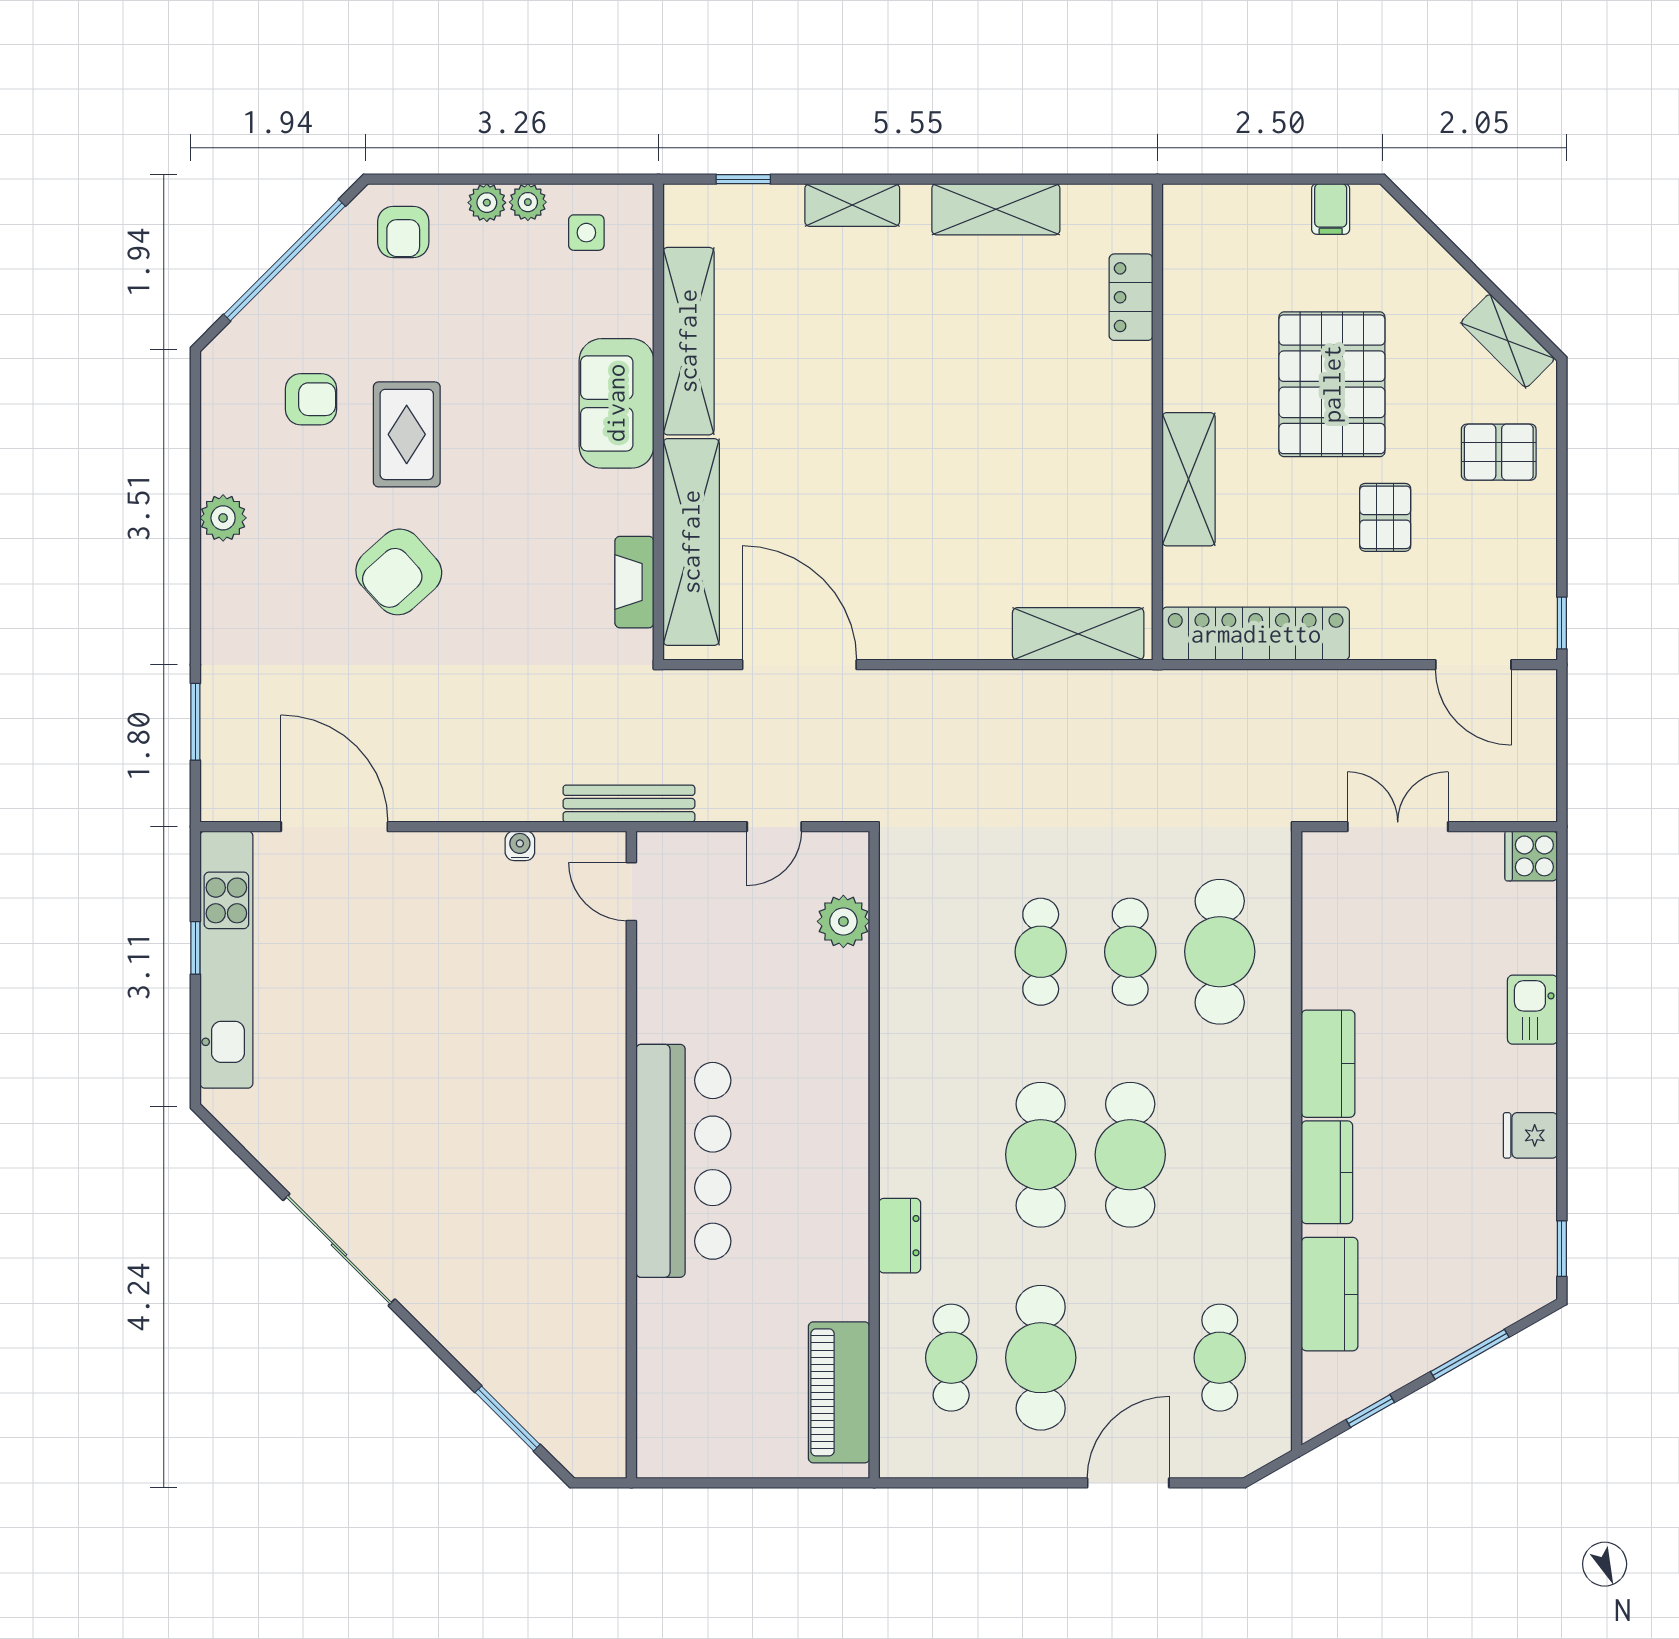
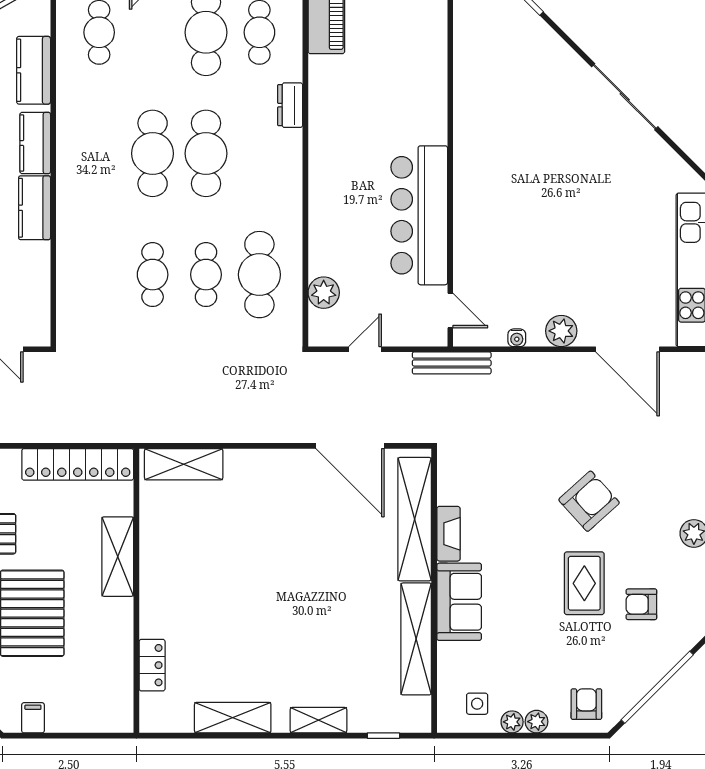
fireplace: (634, 582) -> (448, 534), moved
plant: (445, 857) -> (561, 331), added
cafe table: (1220, 952) -> (259, 275), moved
bar counter: (683, 1161) -> (419, 215), moved

